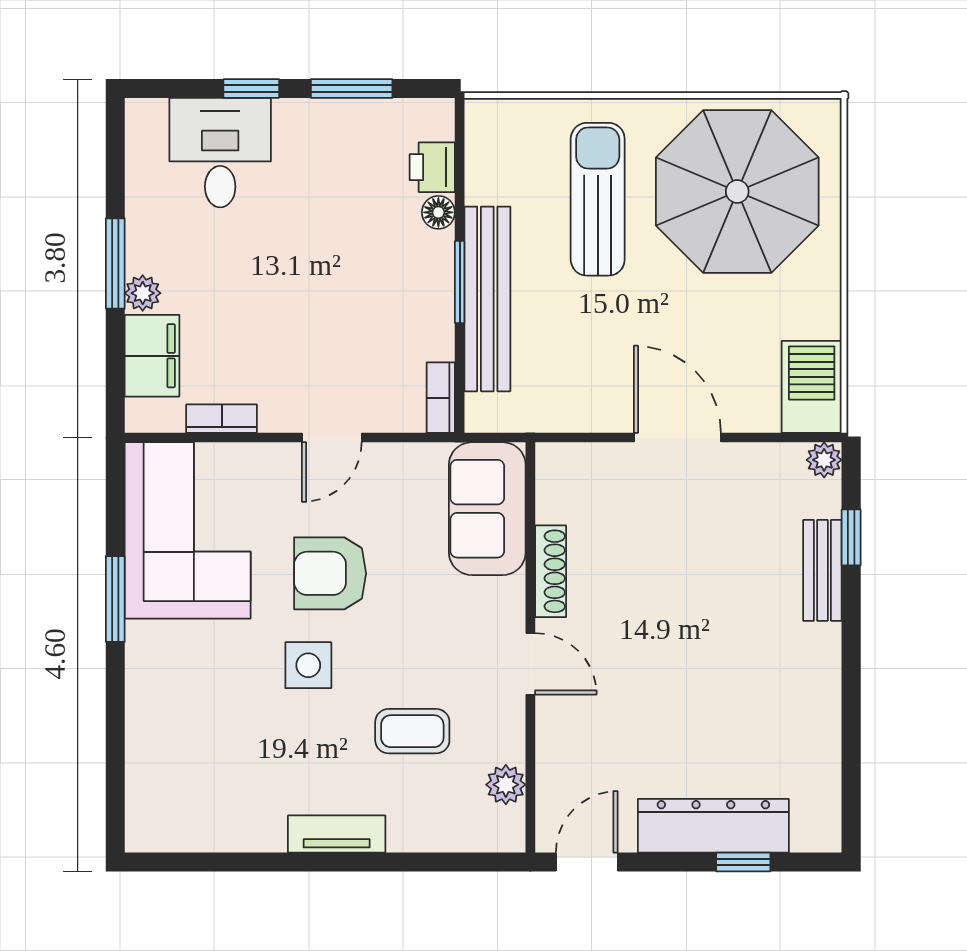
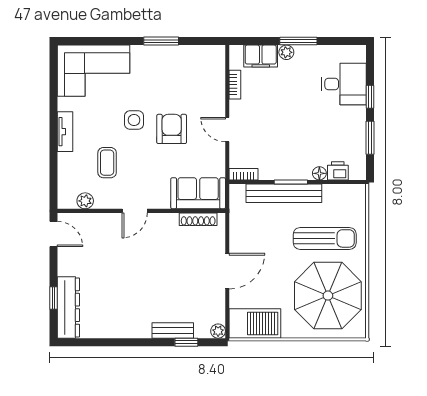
barbecue: (812, 387) -> (255, 323), width x1.37, depth x1.21
corner sofa: (188, 530) -> (93, 71), moved
shoe rack: (551, 571) -> (198, 219), moved
dresser: (713, 826) -> (68, 307), moved

